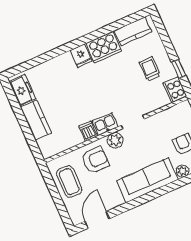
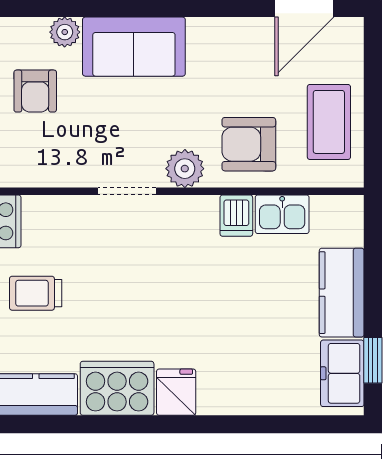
trolley: (150, 69) -> (36, 293), turned 90
window: (13, 100) -> (373, 360), added
kitchen sink: (105, 124) -> (282, 214), moved
sofa: (147, 180) -> (134, 47), width x0.73

